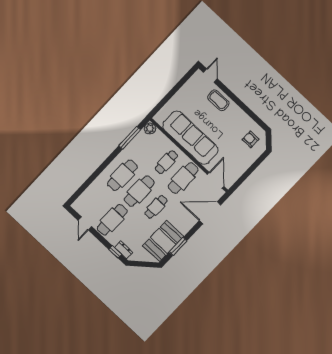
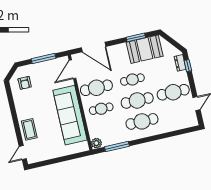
window: (248, 173) -> (44, 59), added

